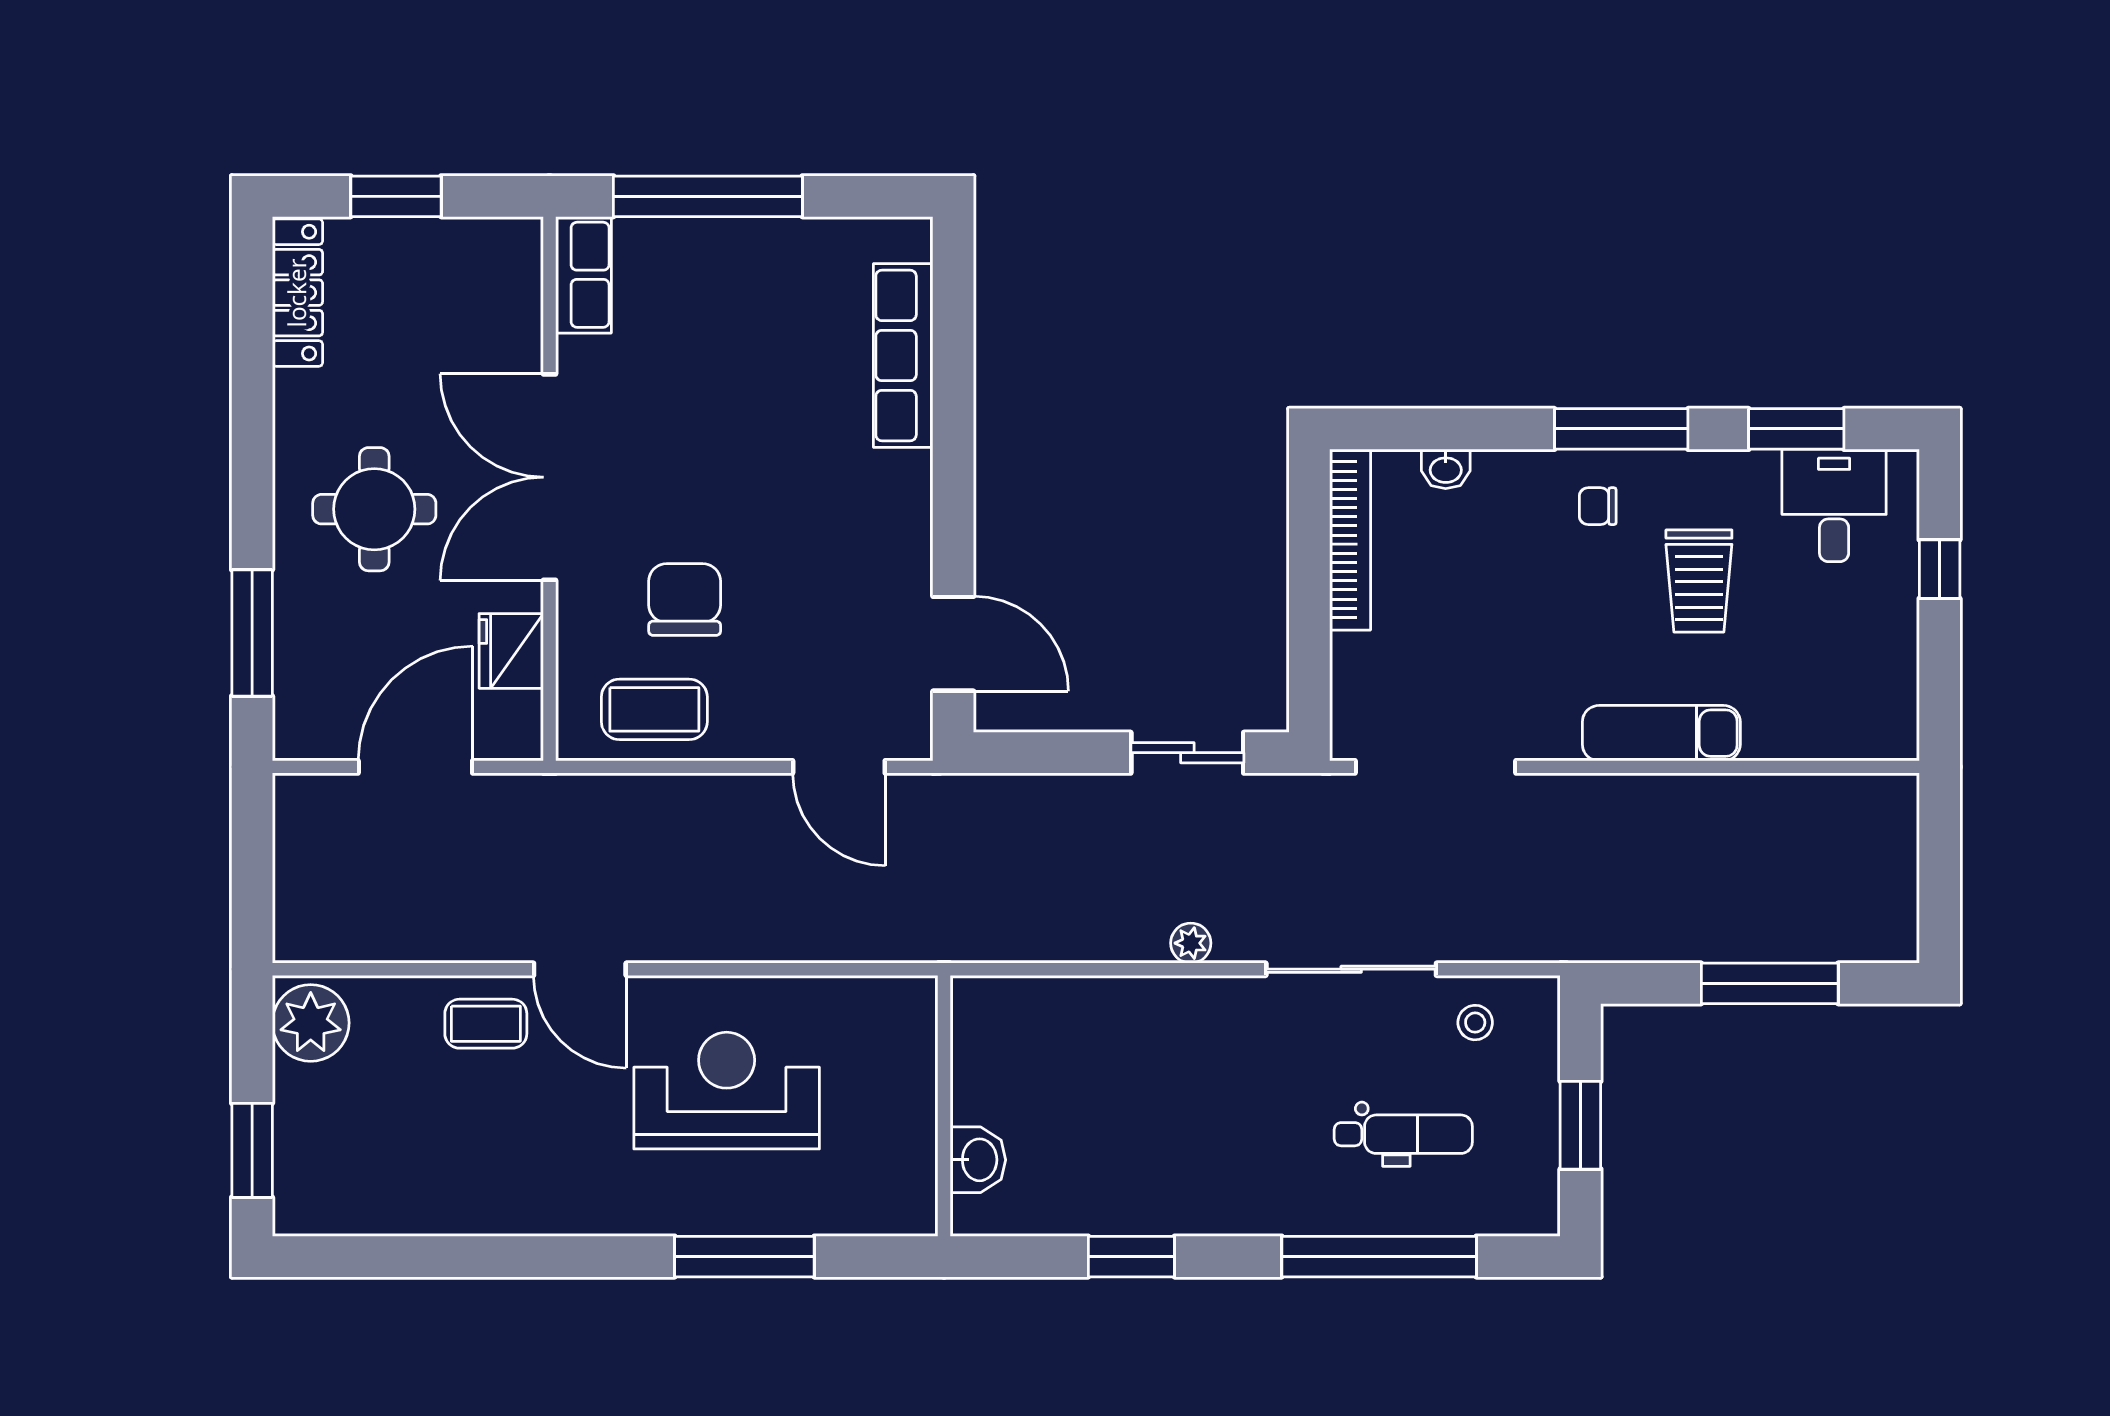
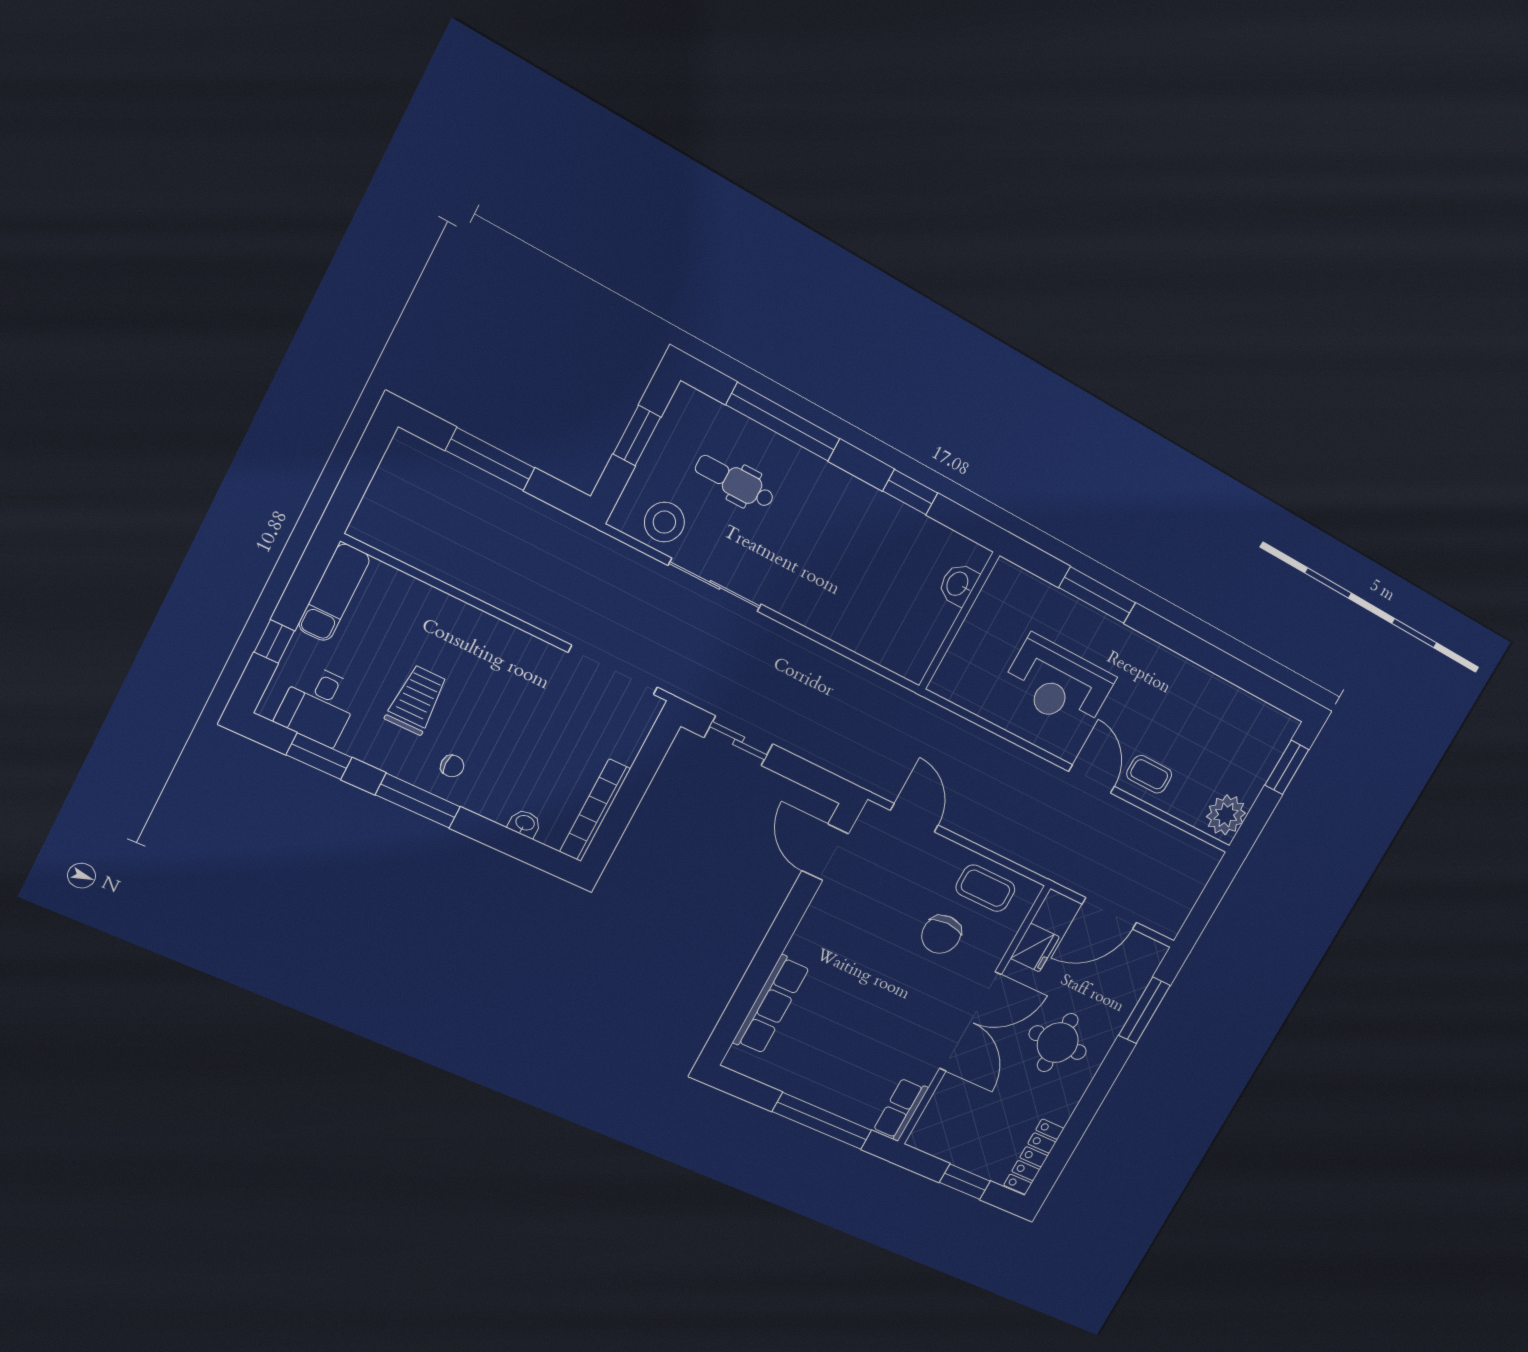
exam couch: (1661, 733) -> (334, 592), moved, turned -90
plant: (1191, 943) -> (790, 641), removed
stool: (1475, 1023) -> (664, 522), width x1.89, depth x1.89

